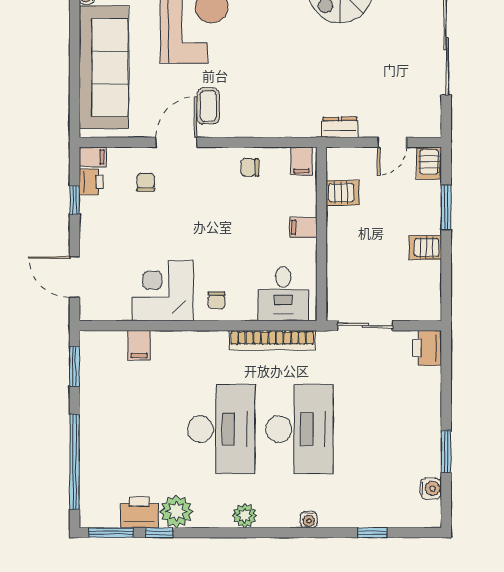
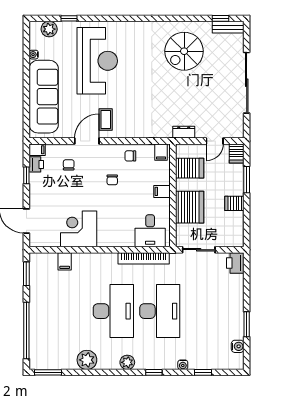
server rack: (343, 193) -> (190, 168), width x1.36, depth x1.44
server rack: (350, 254) -> (190, 207), added
chair: (217, 300) -> (112, 180), moved
printer: (139, 512) -> (65, 360), removed
water cooler: (309, 520) -> (183, 365), moved
window: (159, 533) -> (154, 372), moved

